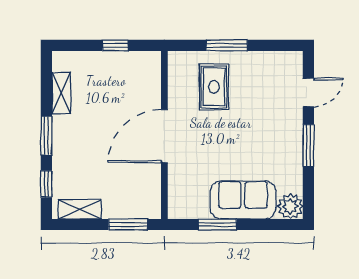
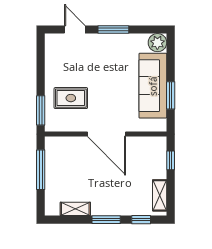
window: (115, 45) -> (41, 170), width x2.17
window: (227, 45) -> (41, 110), moved
sofa: (243, 200) -> (153, 86), width x1.36
window: (128, 224) -> (171, 160), width x0.67

